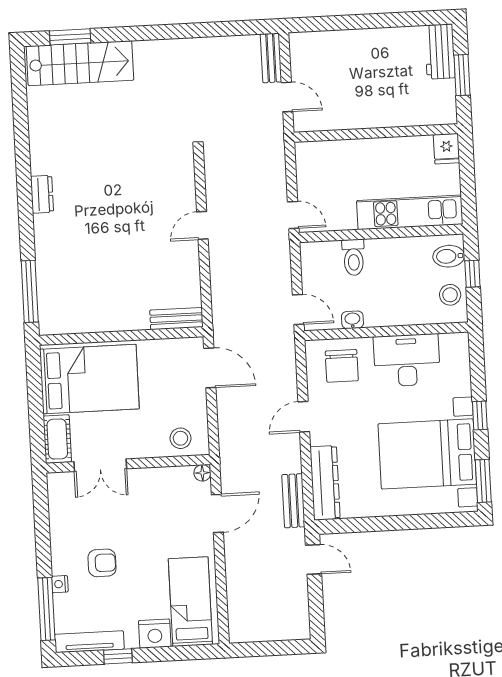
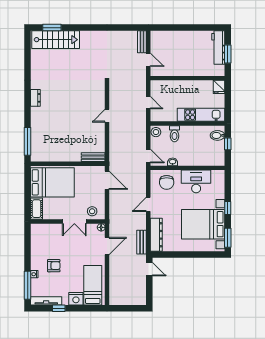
workbench: (440, 52) -> (218, 47), width x1.38
door: (293, 215) -> (148, 103), moved
stool: (450, 295) -> (156, 132), moved
double door: (100, 465) -> (74, 222), moved

